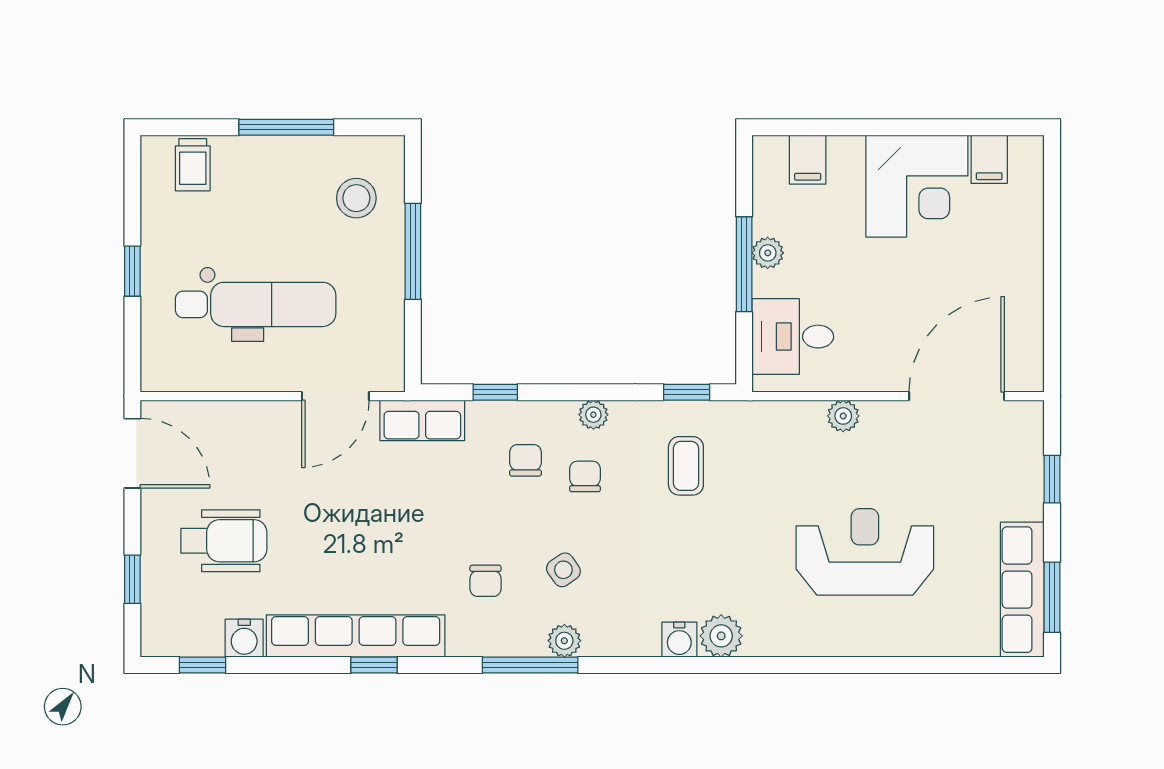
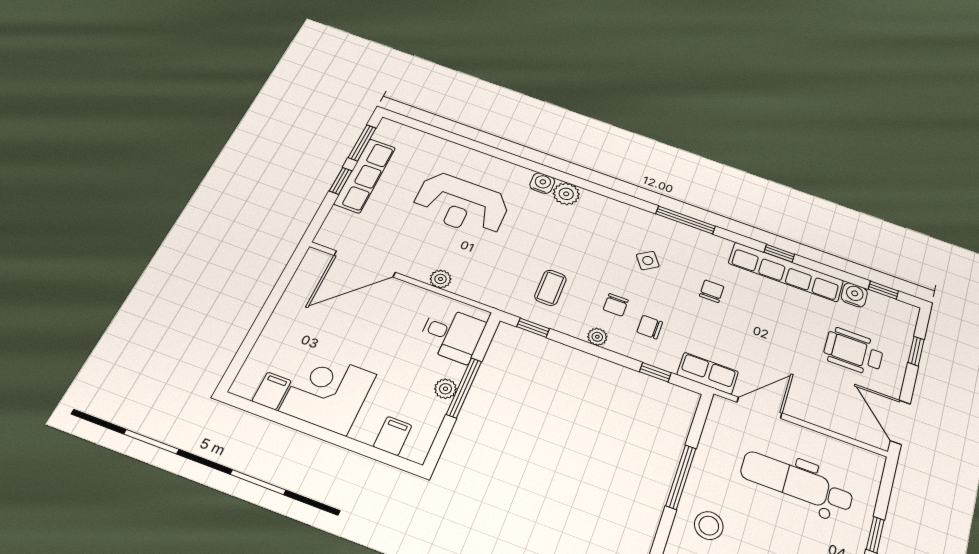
chair: (525, 460) -> (650, 327), turned 90
window: (1052, 479) -> (341, 181), moved
chair: (486, 581) -> (712, 291), moved
row of seats: (1022, 590) -> (365, 176), moved
water cooler: (679, 640) -> (542, 183), moved
plant: (564, 641) -> (661, 225), removed

